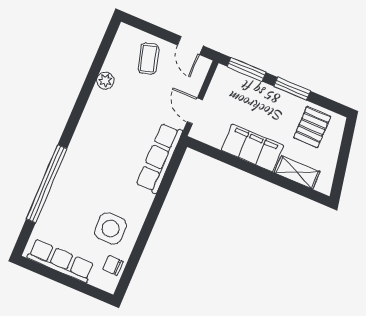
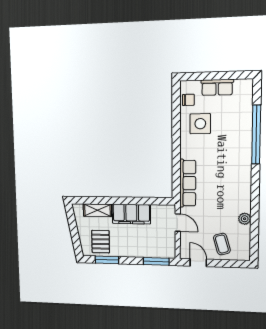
window: (292, 89) -> (107, 260), moved
row of seats: (61, 261) -> (217, 87), width x0.68

